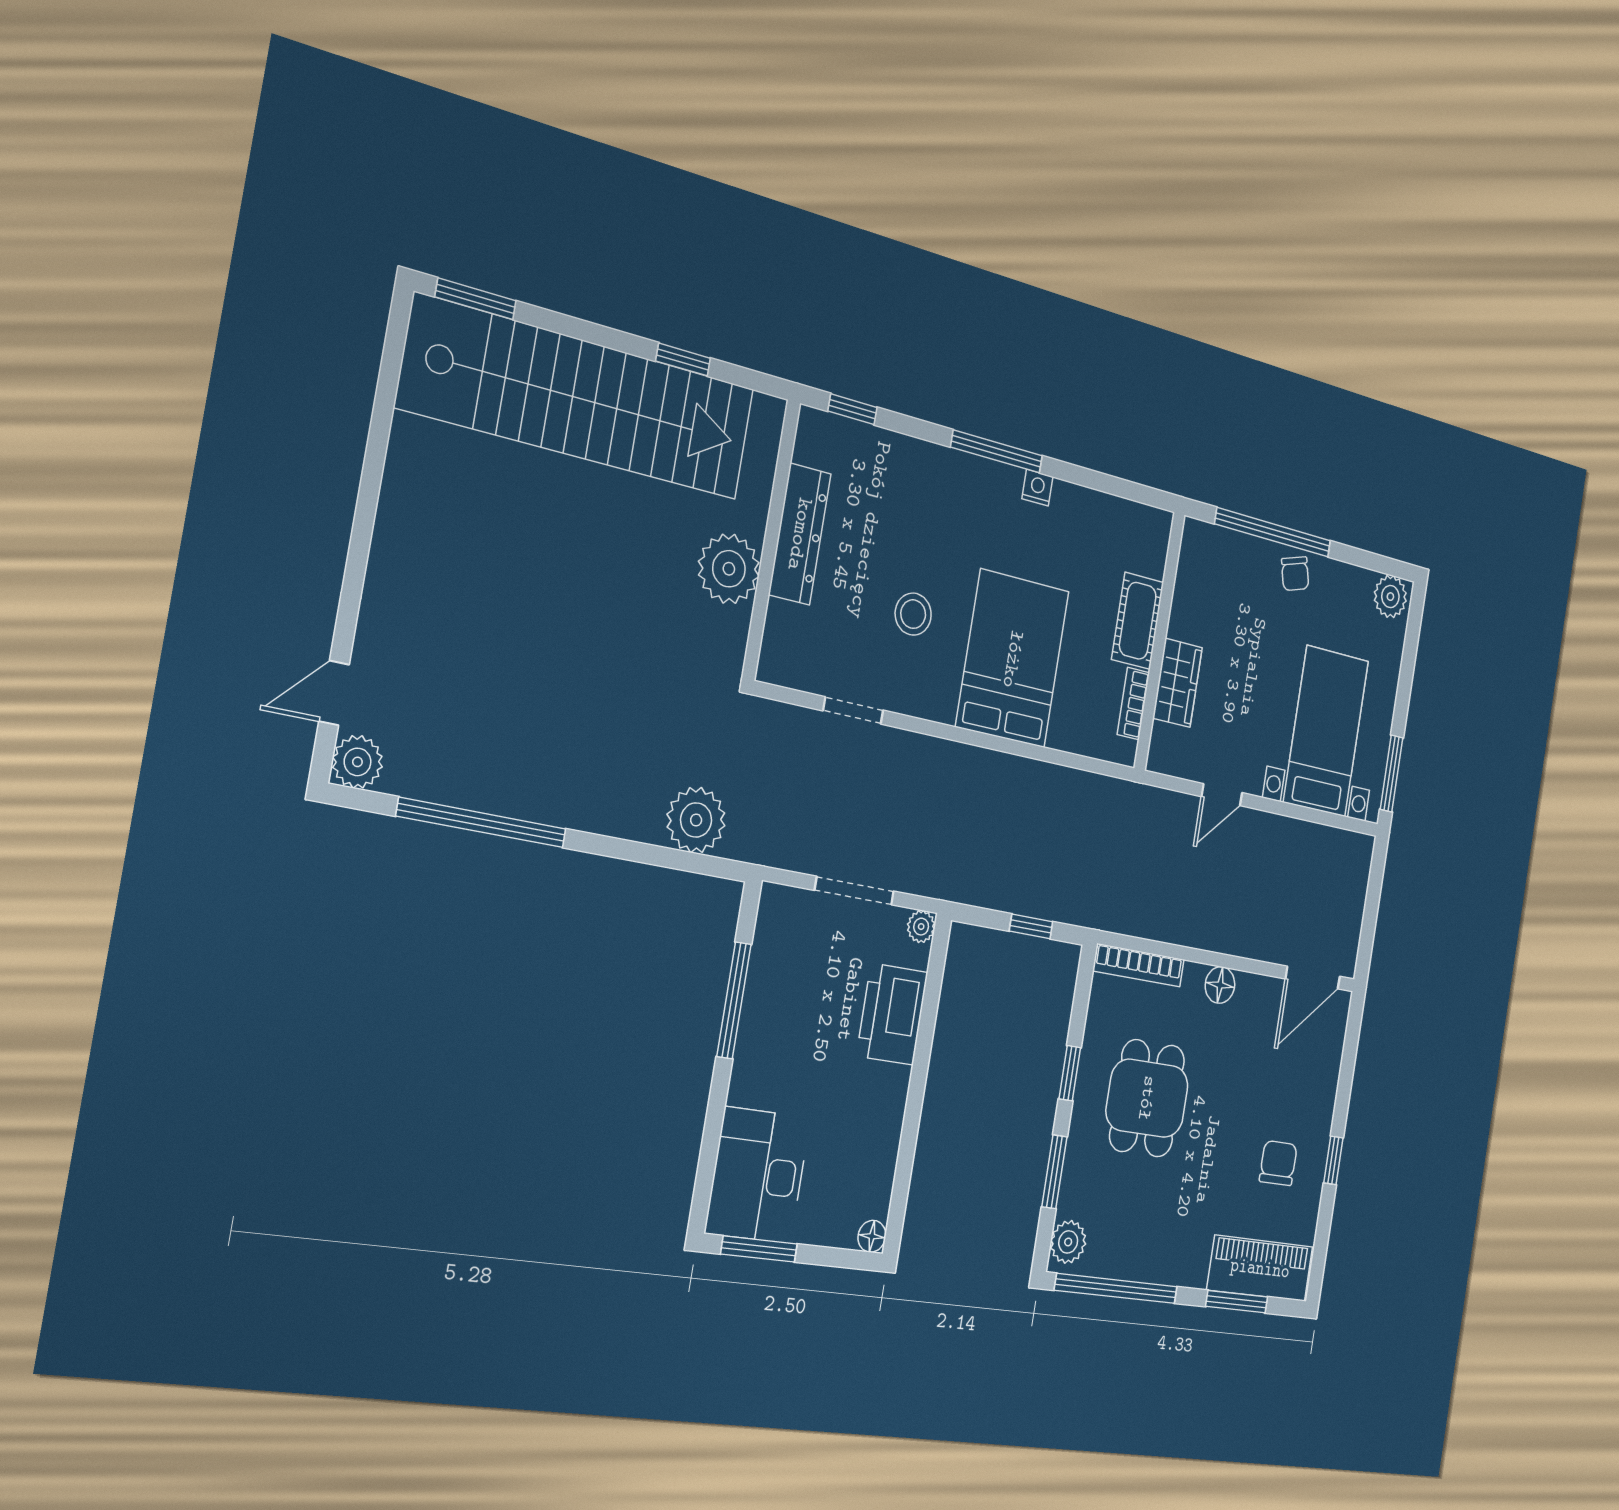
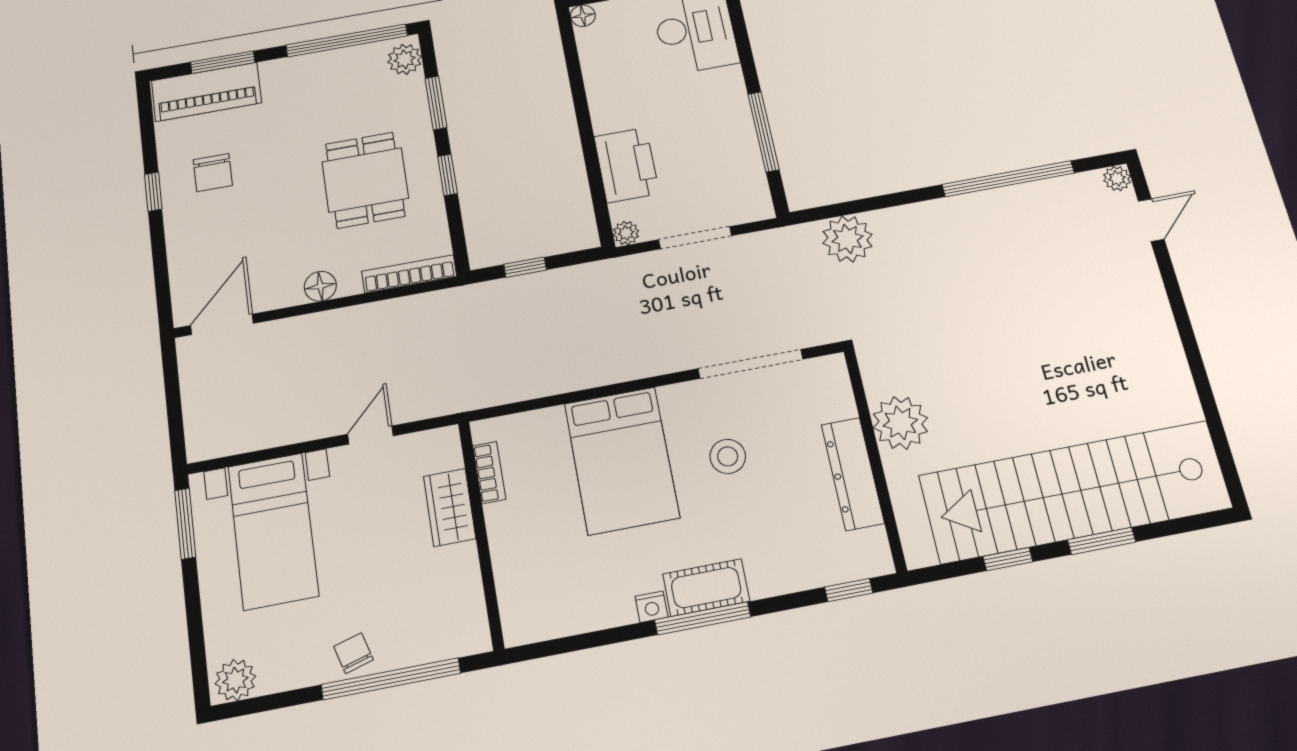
window: (476, 299) -> (1102, 541), moved
cot: (1138, 621) -> (706, 588), moved, turned 90
doorway: (853, 710) -> (751, 364), width x1.88
plant: (357, 762) -> (1117, 178), width x0.73, depth x0.73

